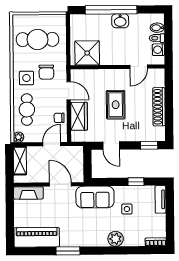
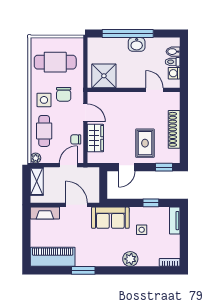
door: (139, 67) -> (155, 90), swing flipped
rug: (116, 105) -> (145, 143), moved
door: (111, 146) -> (127, 167), hinge flipped

